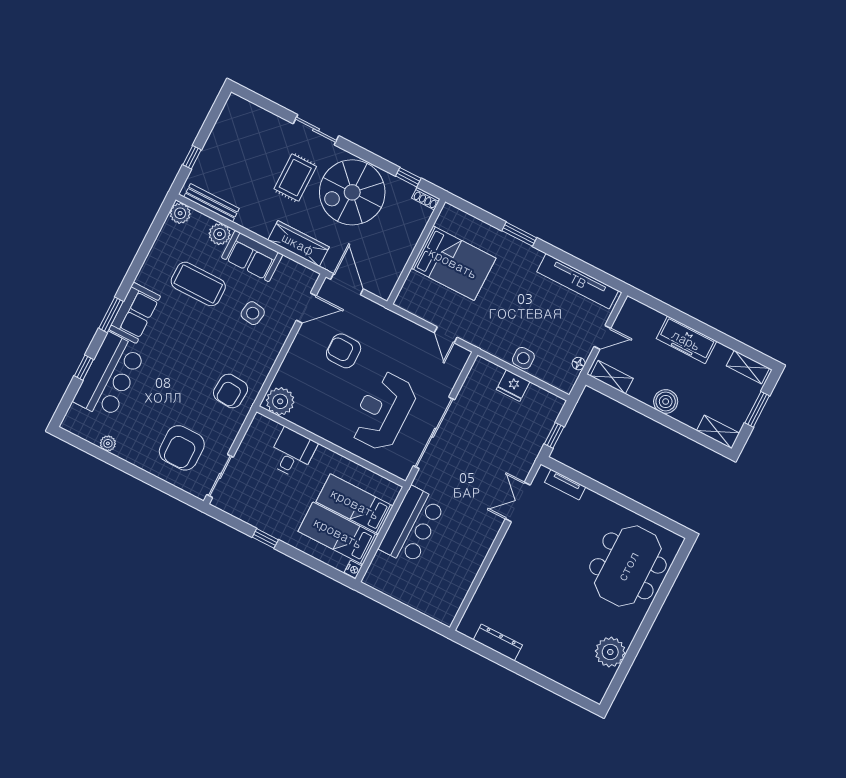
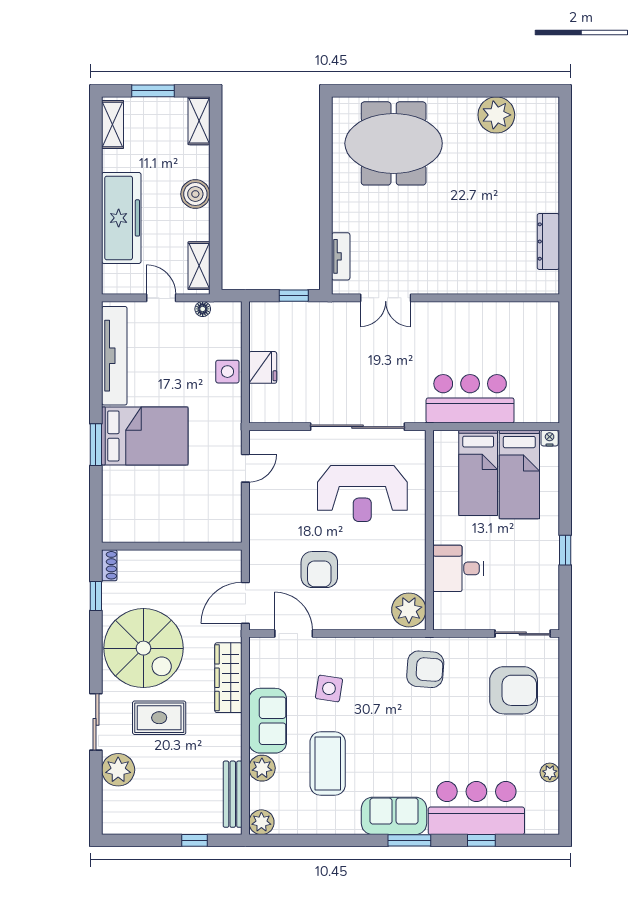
plant: (273, 128) -> (118, 770), added
bed: (453, 263) -> (145, 436), moved, turned 90
freezer: (686, 340) -> (121, 218), width x1.36, depth x1.26

